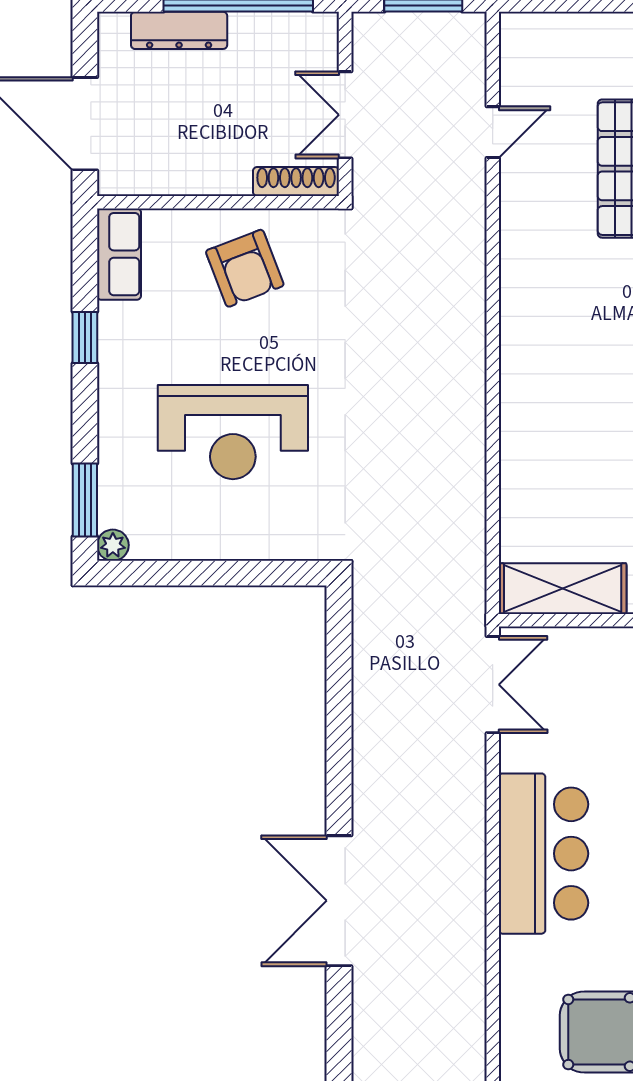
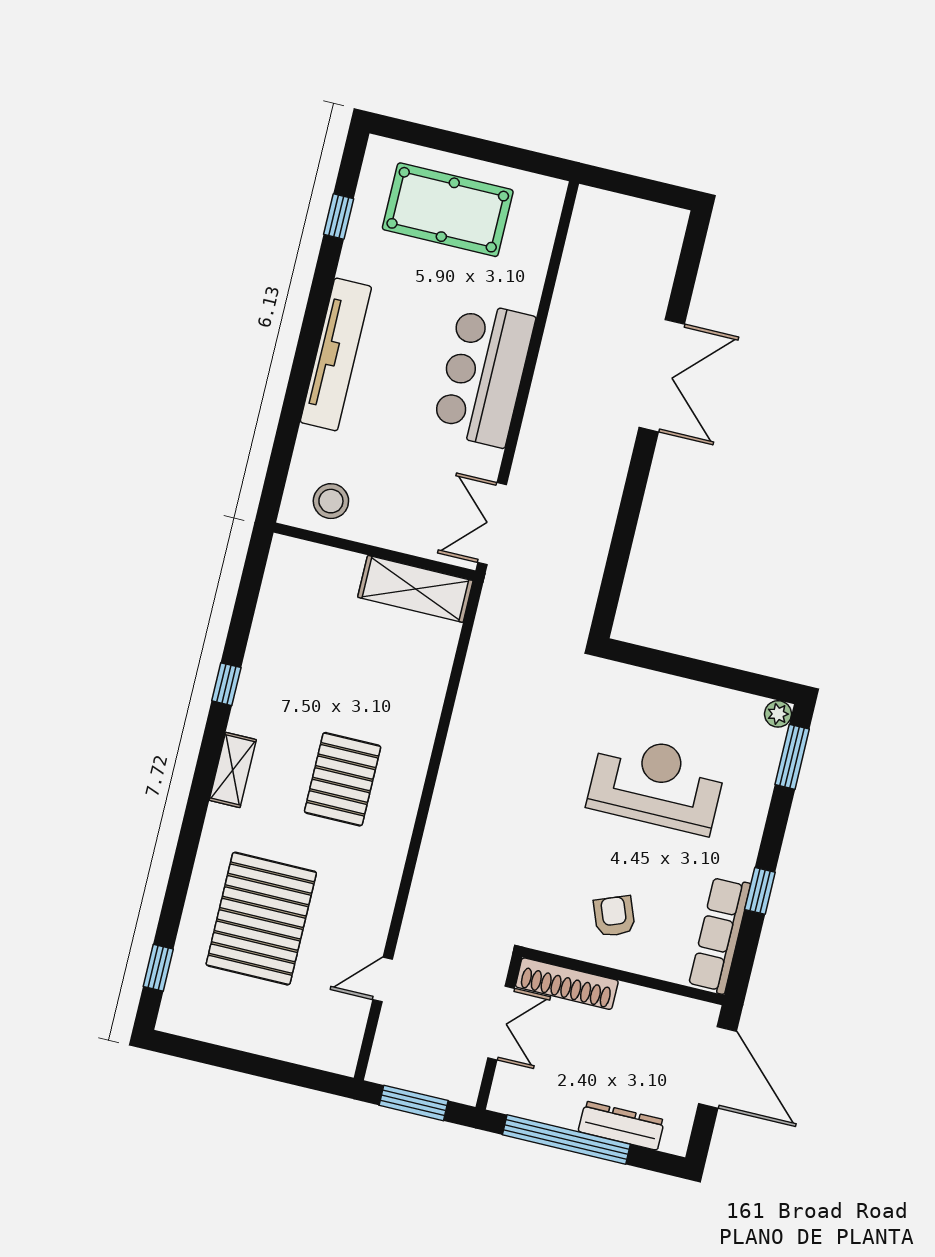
shoe rack: (296, 181) -> (567, 984), width x1.36, depth x1.24
row of seats: (119, 254) -> (720, 935), width x1.48
armchair: (245, 268) -> (614, 916), width x0.72, depth x0.72
pallet: (594, 351) -> (343, 779), added

